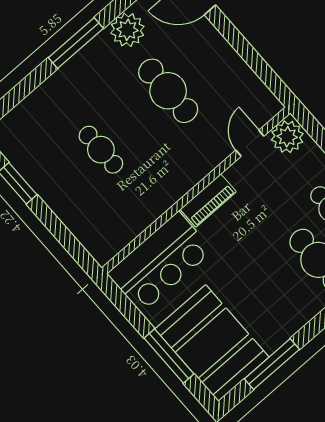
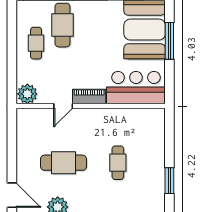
cafe table: (168, 91) -> (63, 163), turned 90
door: (250, 143) -> (63, 106), moved

